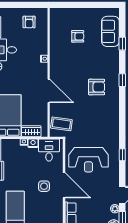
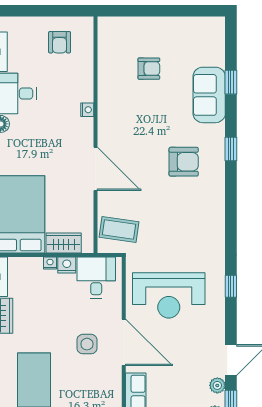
sofa: (110, 31) -> (209, 95), moved

